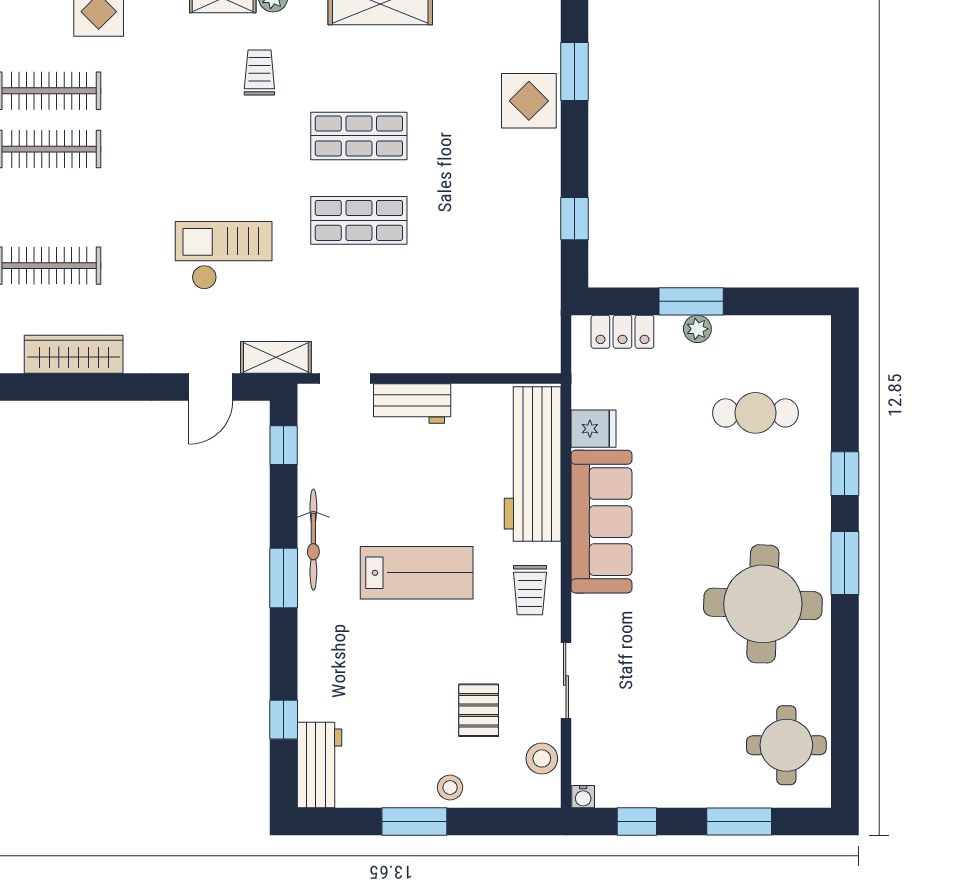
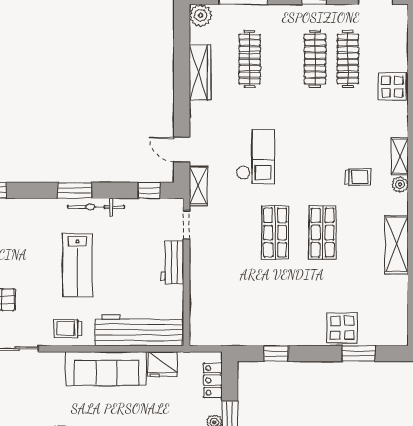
fridge: (594, 429) -> (162, 364), width x1.38

